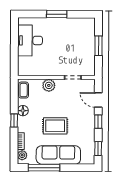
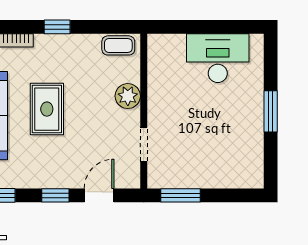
window: (98, 46) -> (180, 195), moved
floor lamp: (23, 111) -> (77, 44), removed

